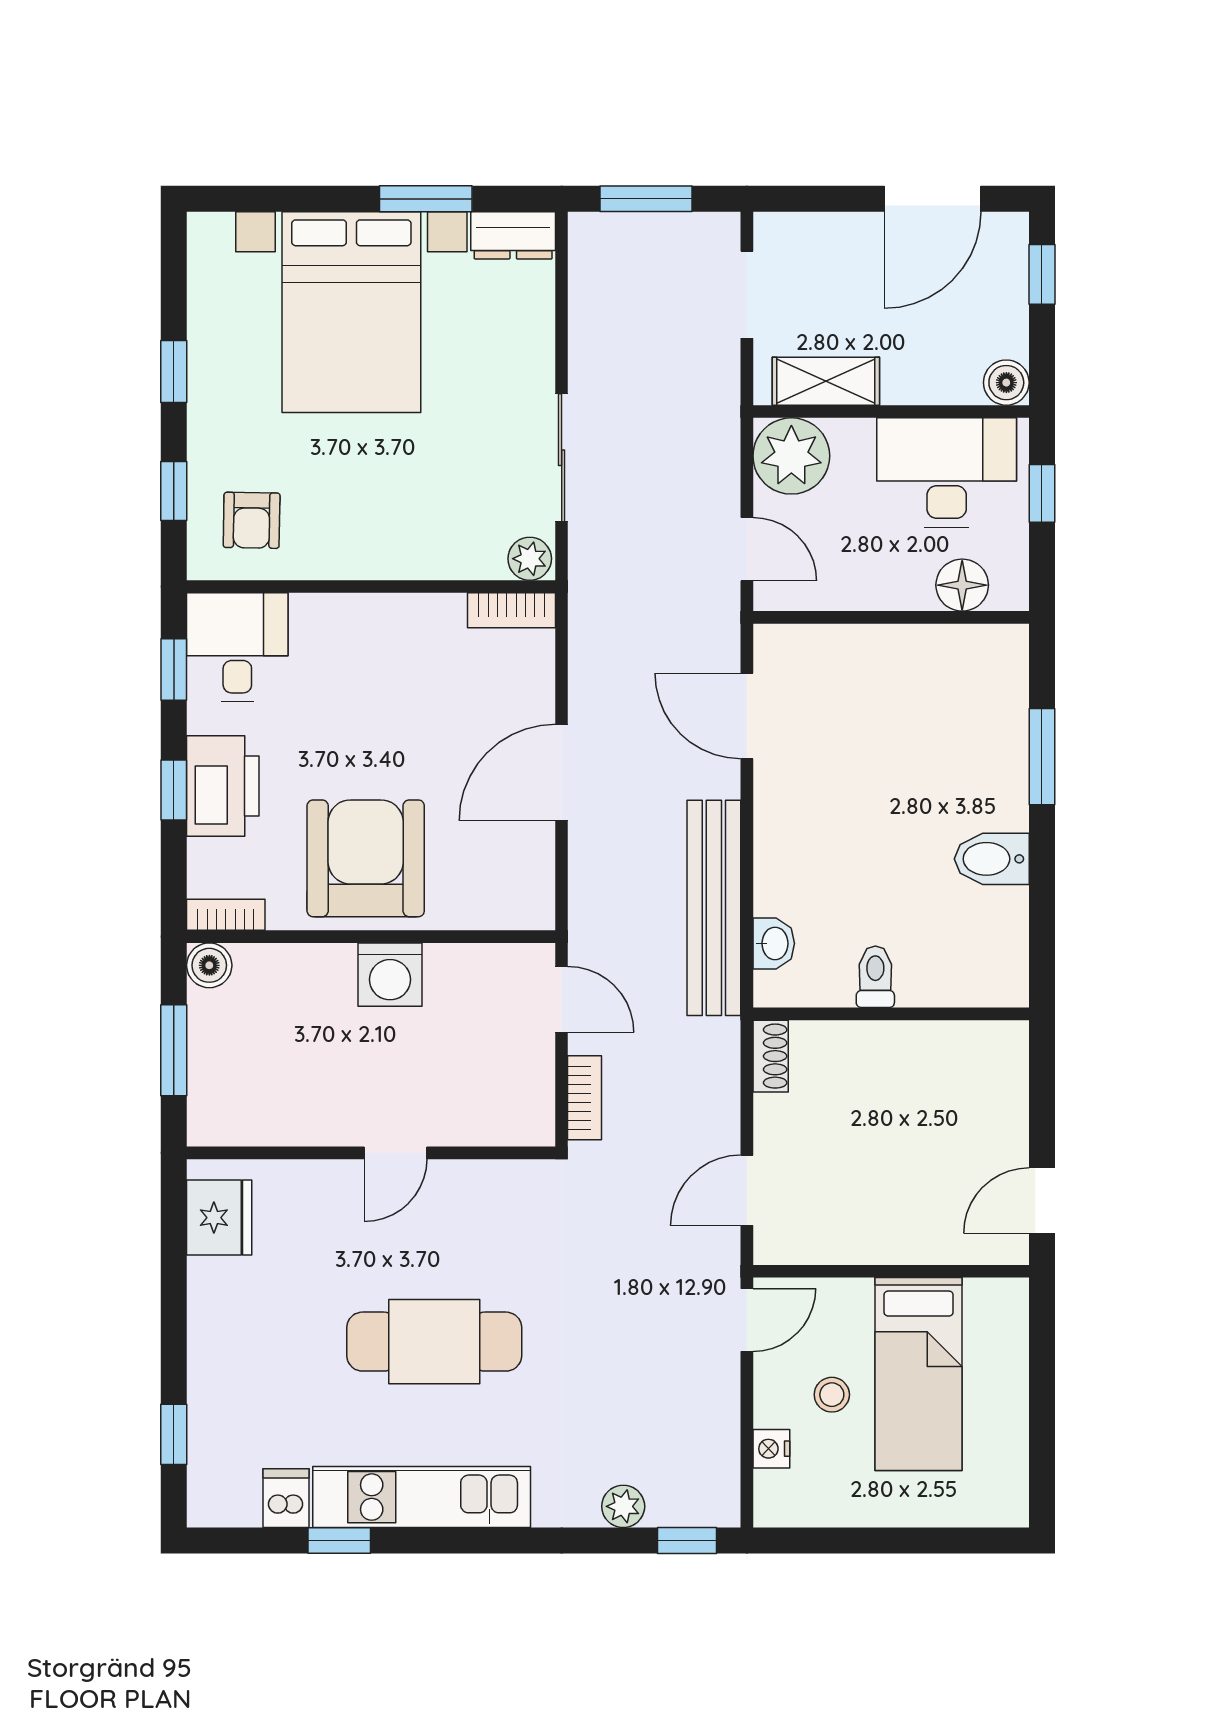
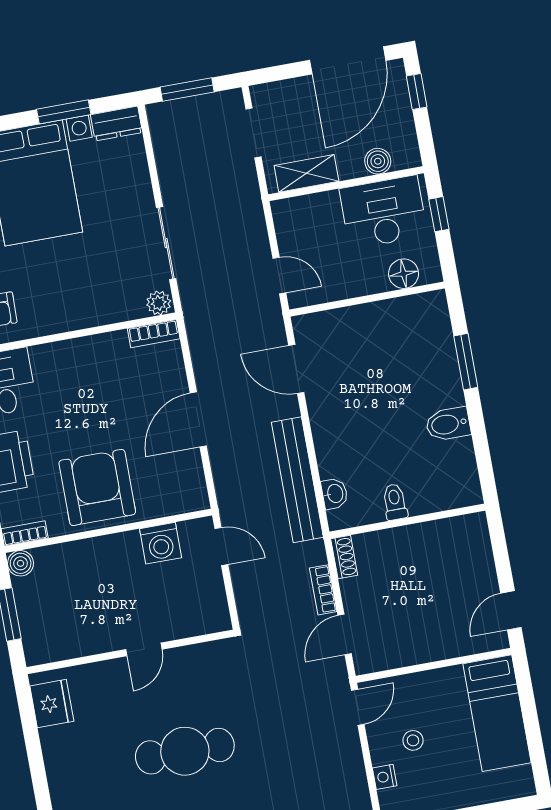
door: (933, 199) -> (348, 60), width x1.36
boiler: (1006, 383) -> (378, 161), moved
plant: (791, 456) -> (295, 219), removed
washing machine: (390, 975) -> (161, 543), moved
bookcase: (585, 1098) -> (323, 590), moved, turned 180
bed: (919, 1374) -> (497, 713), moved

